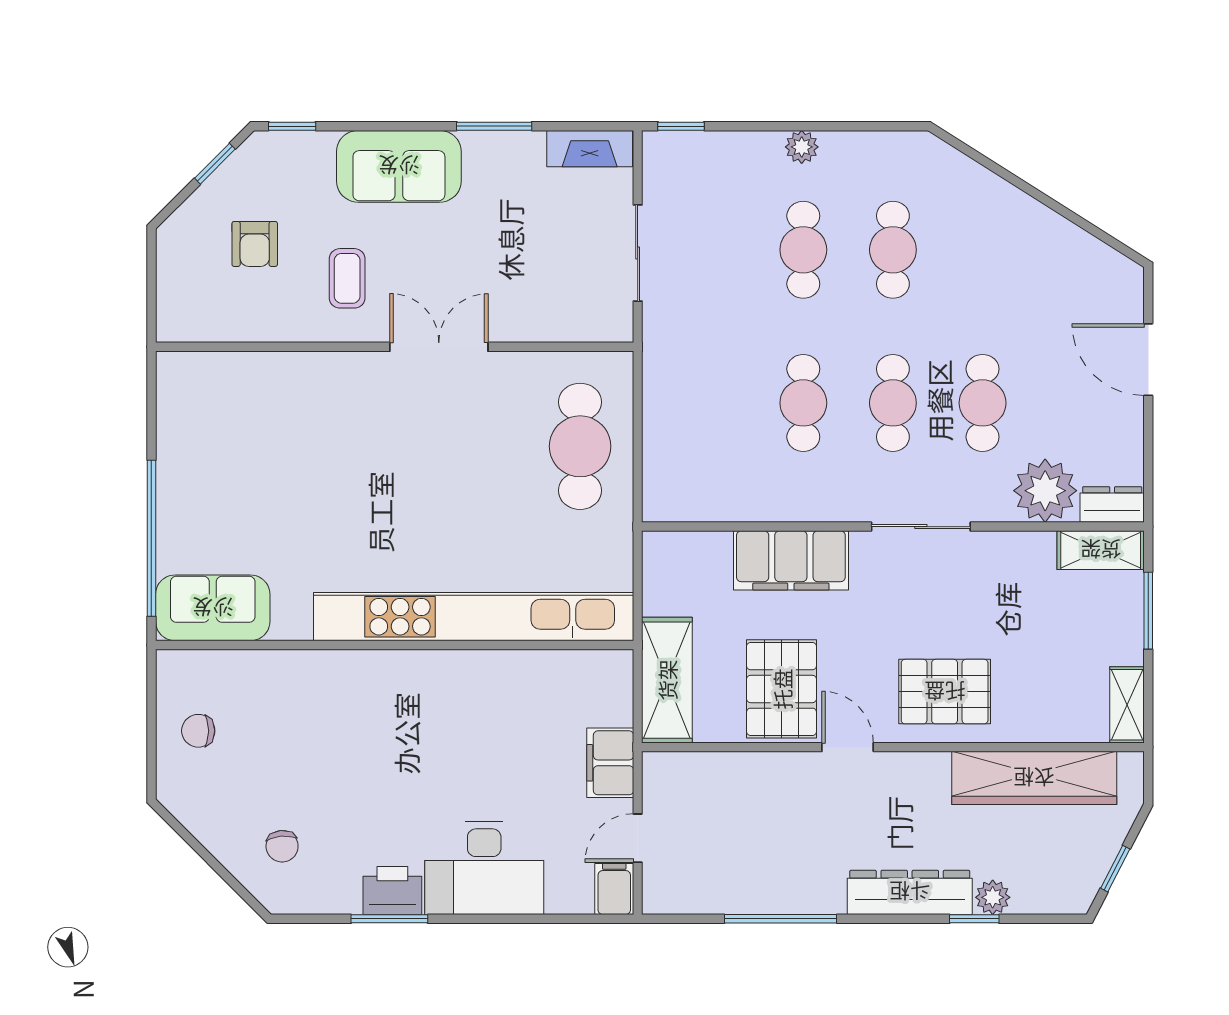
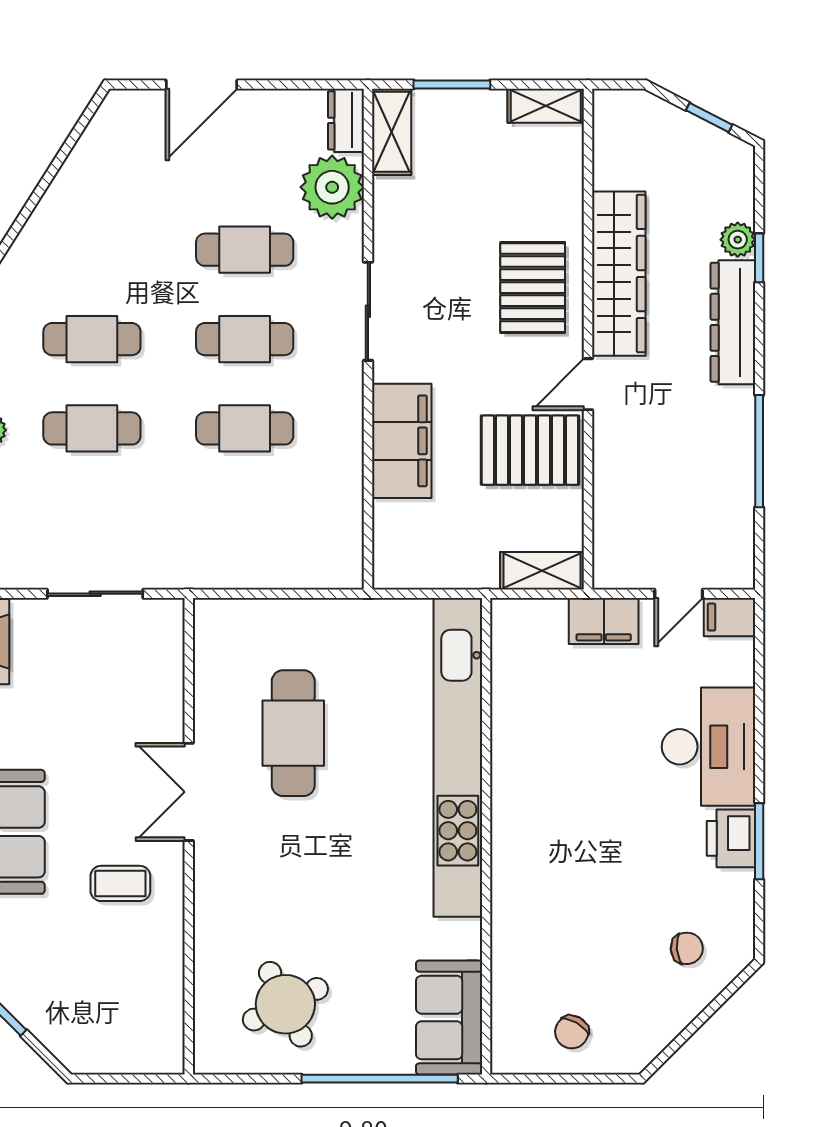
armchair: (255, 244) -> (86, 976), removed
round table: (226, 444) -> (285, 1004), added
cafe table: (580, 446) -> (293, 733), moved, turned 90
shelving: (667, 680) -> (542, 571), width x0.67, depth x0.75
chair: (198, 731) -> (572, 1032), turned 30
wardrobe: (1034, 778) -> (619, 274), moved
door: (638, 838) -> (679, 594), hinge flipped

